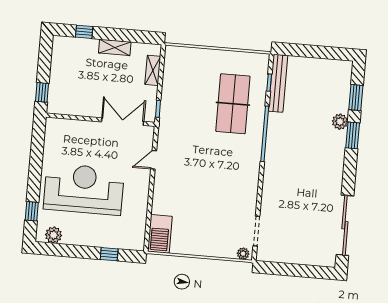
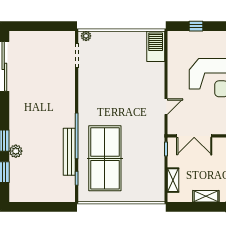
bench: (278, 83) -> (69, 152), moved
table tennis table: (233, 104) -> (105, 158), width x1.36, depth x1.32

